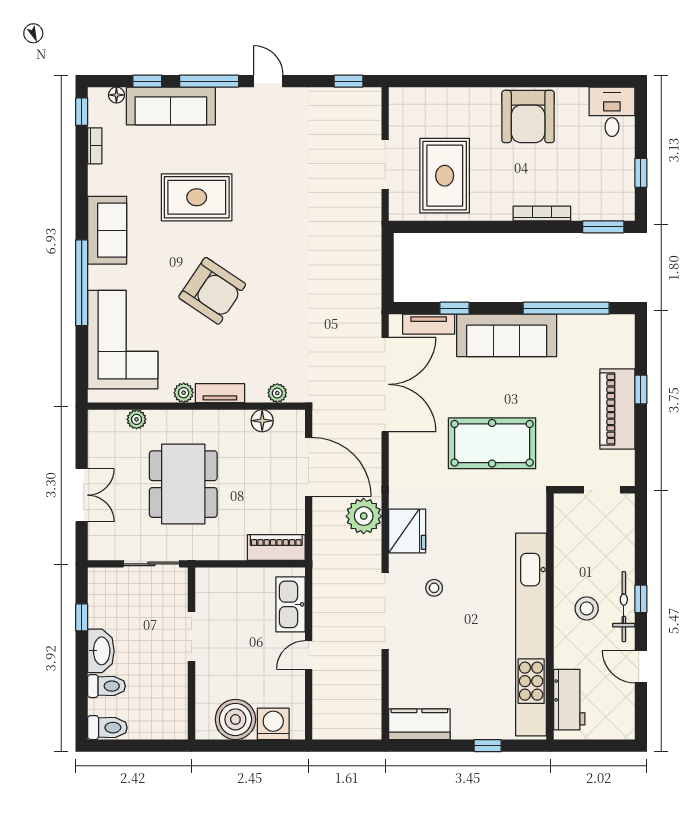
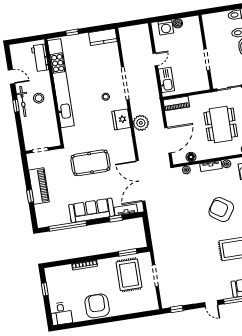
window: (603, 227) -> (128, 252), moved
door: (309, 467) -> (168, 140), swing flipped
boiler: (235, 719) -> (178, 23), width x0.54, depth x0.54

